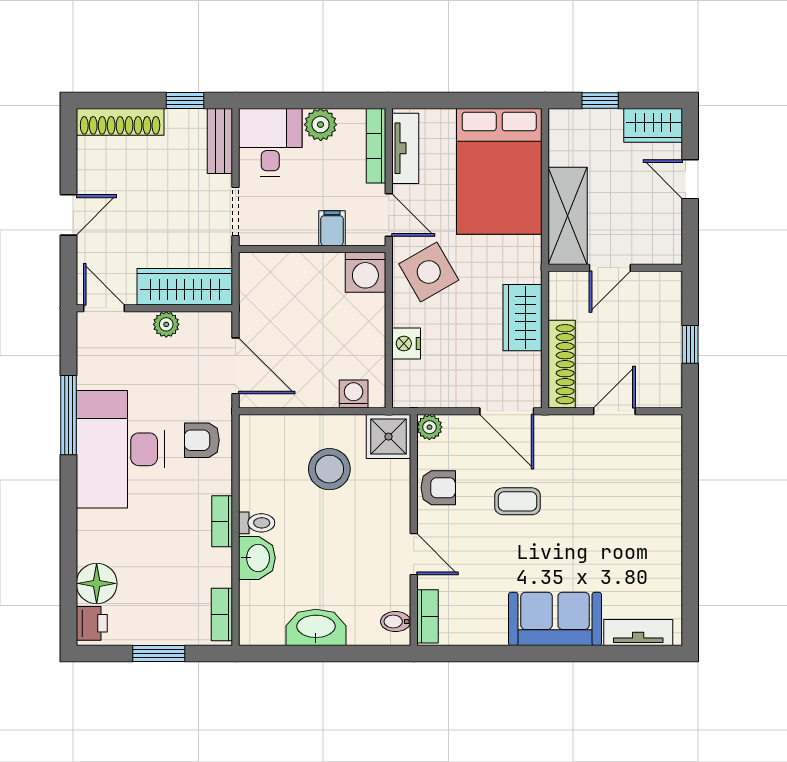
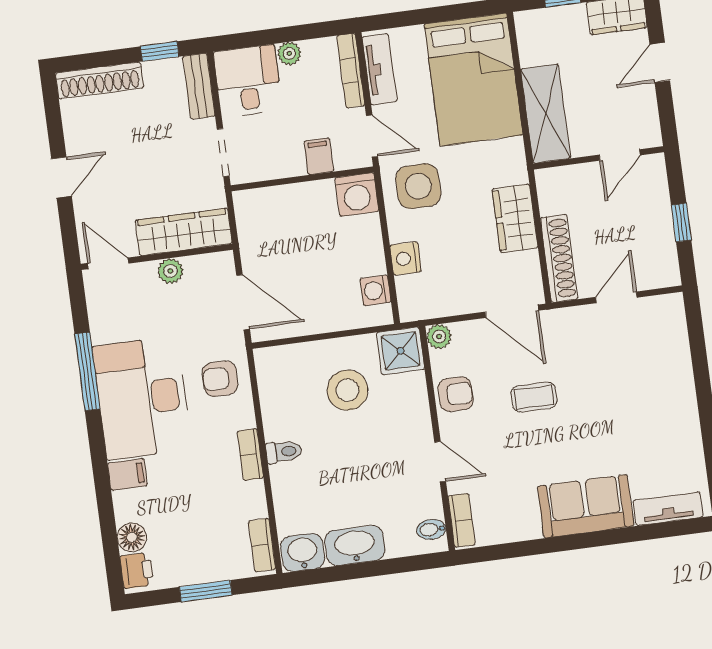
plant: (321, 125) -> (289, 53), width x0.73, depth x0.73
door: (690, 179) -> (660, 62), hinge flipped
door: (610, 268) -> (620, 155), moved
side table: (429, 272) -> (418, 186), turned 30
washing machine: (354, 394) -> (375, 290), moved, turned -90
filing cabinet: (95, 525) -> (127, 474), added
washbasin: (257, 558) -> (303, 552), moved, turned -90
floor lamp: (97, 583) -> (132, 537), width x0.73, depth x0.73

